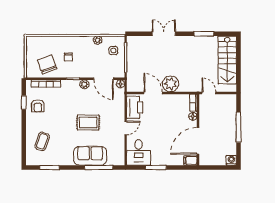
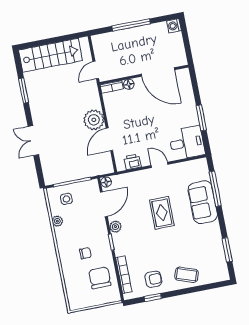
chair: (47, 64) -> (100, 278), turned 110
printer: (135, 107) -> (132, 162), width x0.53, depth x0.68
coffee table: (42, 141) -> (187, 275), moved
filing cabinet: (190, 160) -> (184, 76), removed

